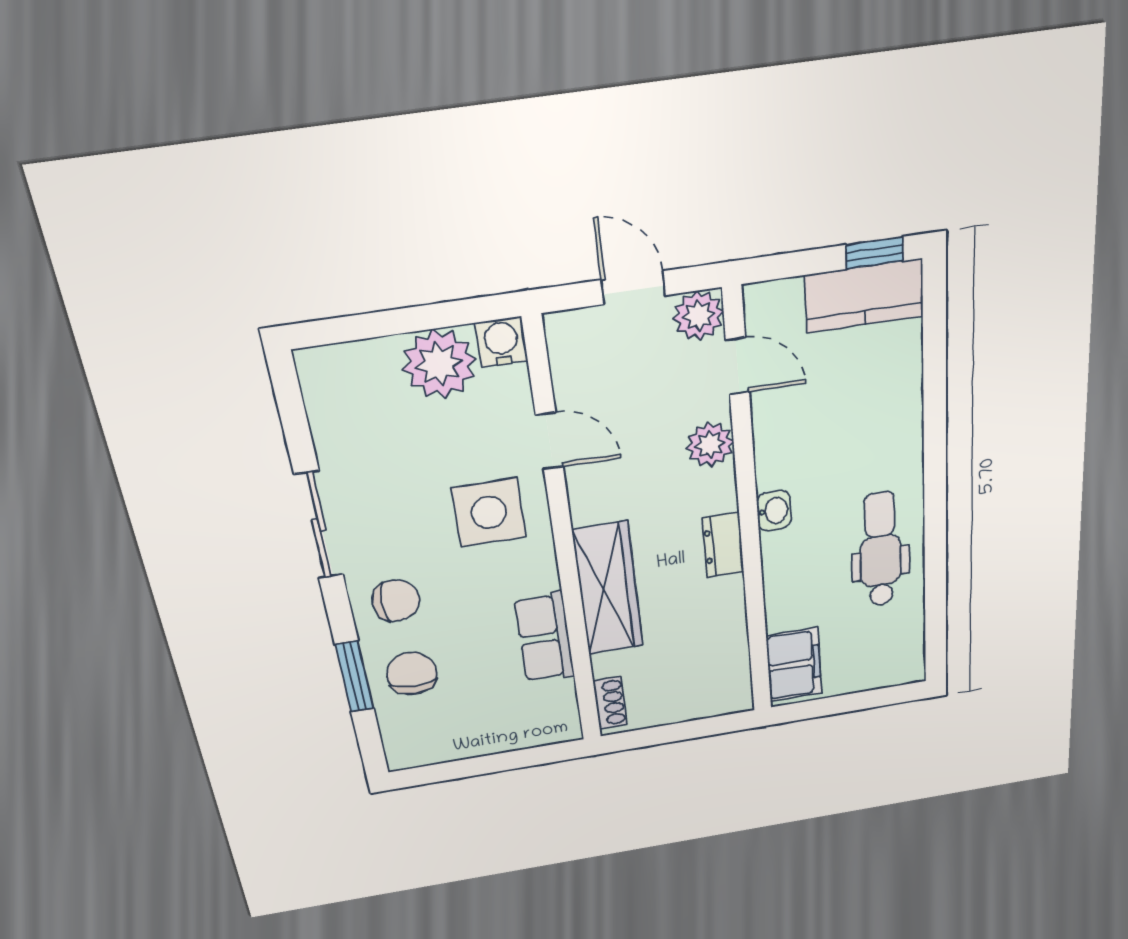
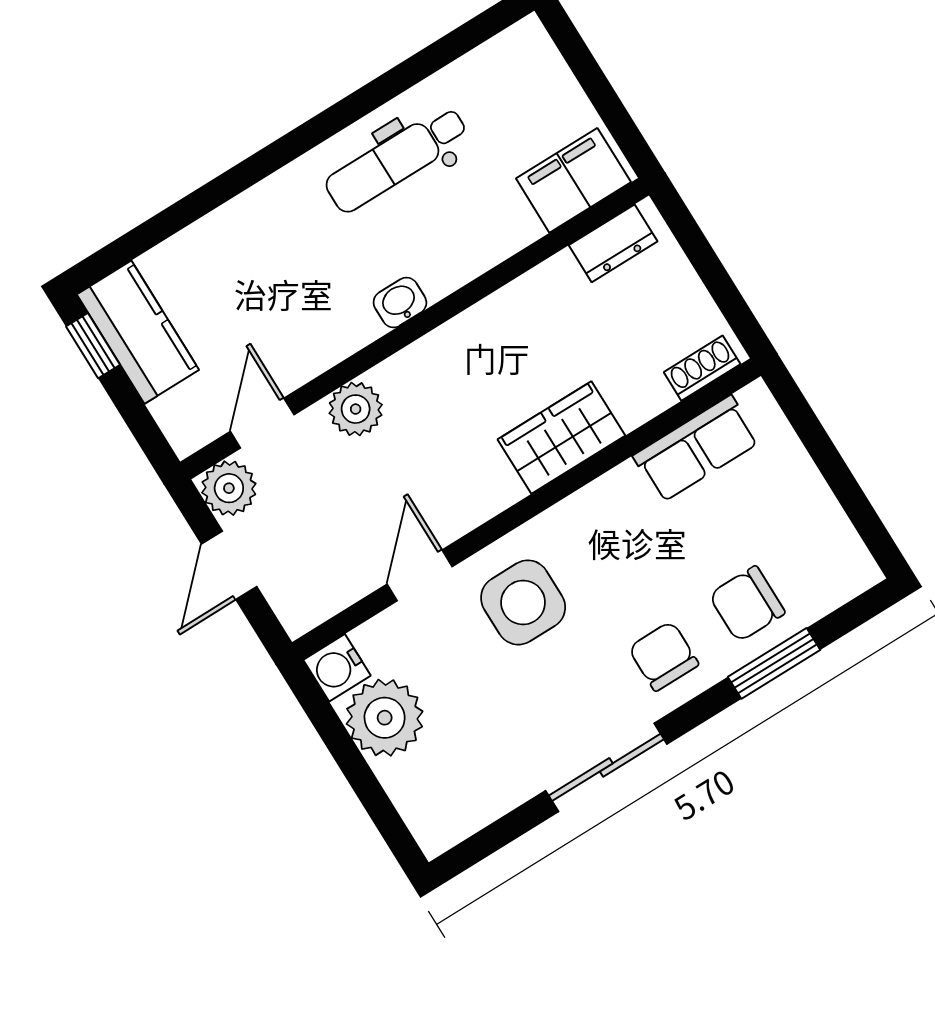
dresser: (723, 545) -> (613, 243), moved
wardrobe: (608, 589) -> (561, 438), width x0.67
row of seats: (544, 638) -> (696, 449), moved

